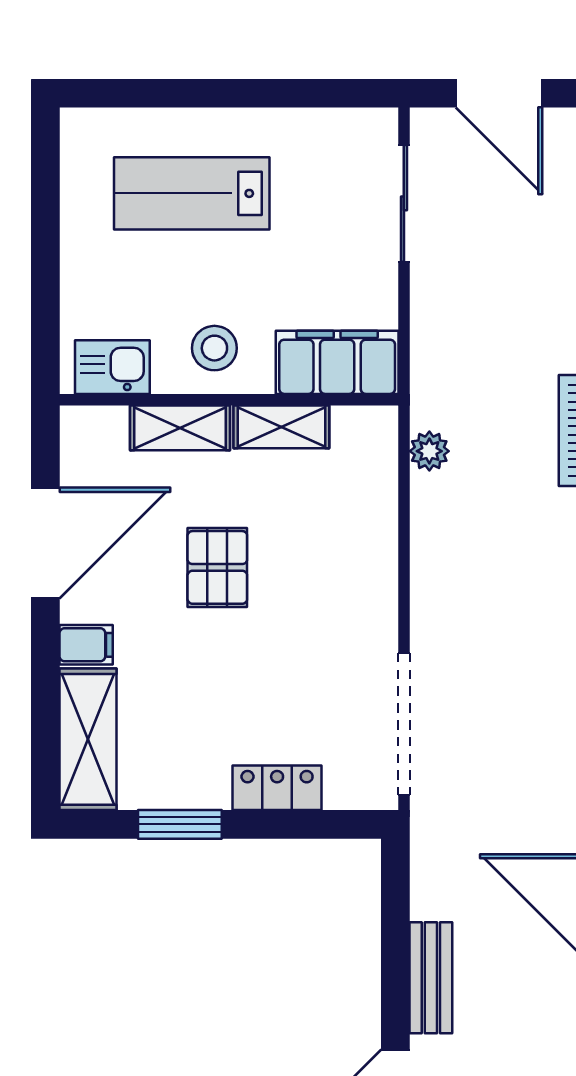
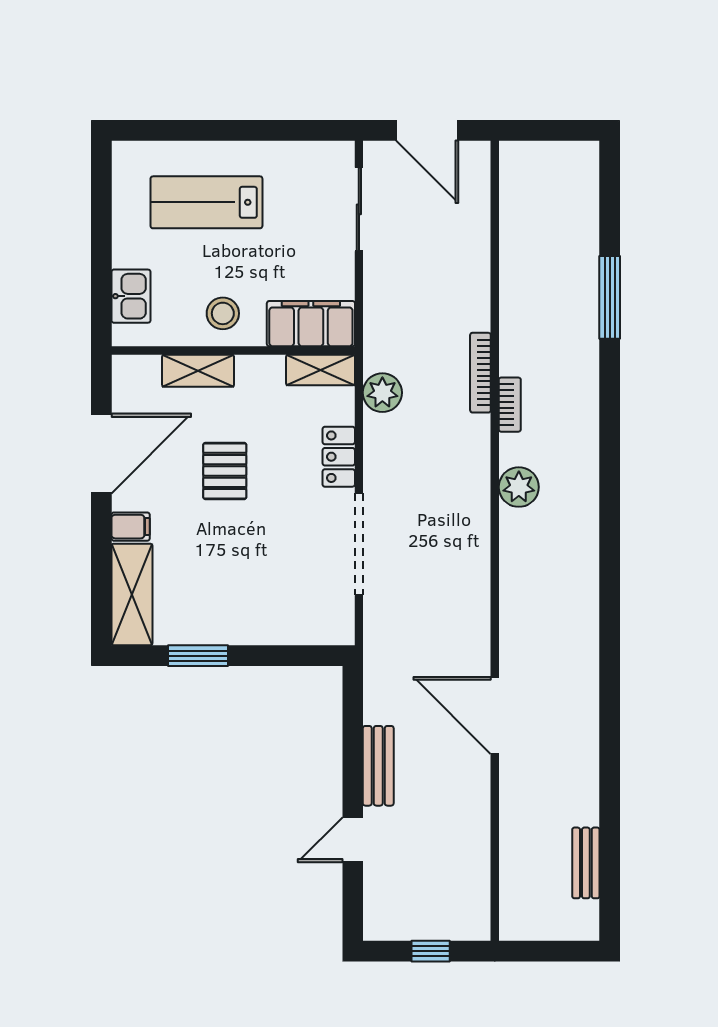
kitchen sink: (112, 367) -> (131, 296), moved, turned 90
shelving: (281, 427) -> (321, 370), moved
plant: (429, 451) -> (382, 393), width x1.38, depth x1.38
doorway: (404, 724) -> (359, 544), moved
locker: (277, 788) -> (339, 457), moved, turned -90

